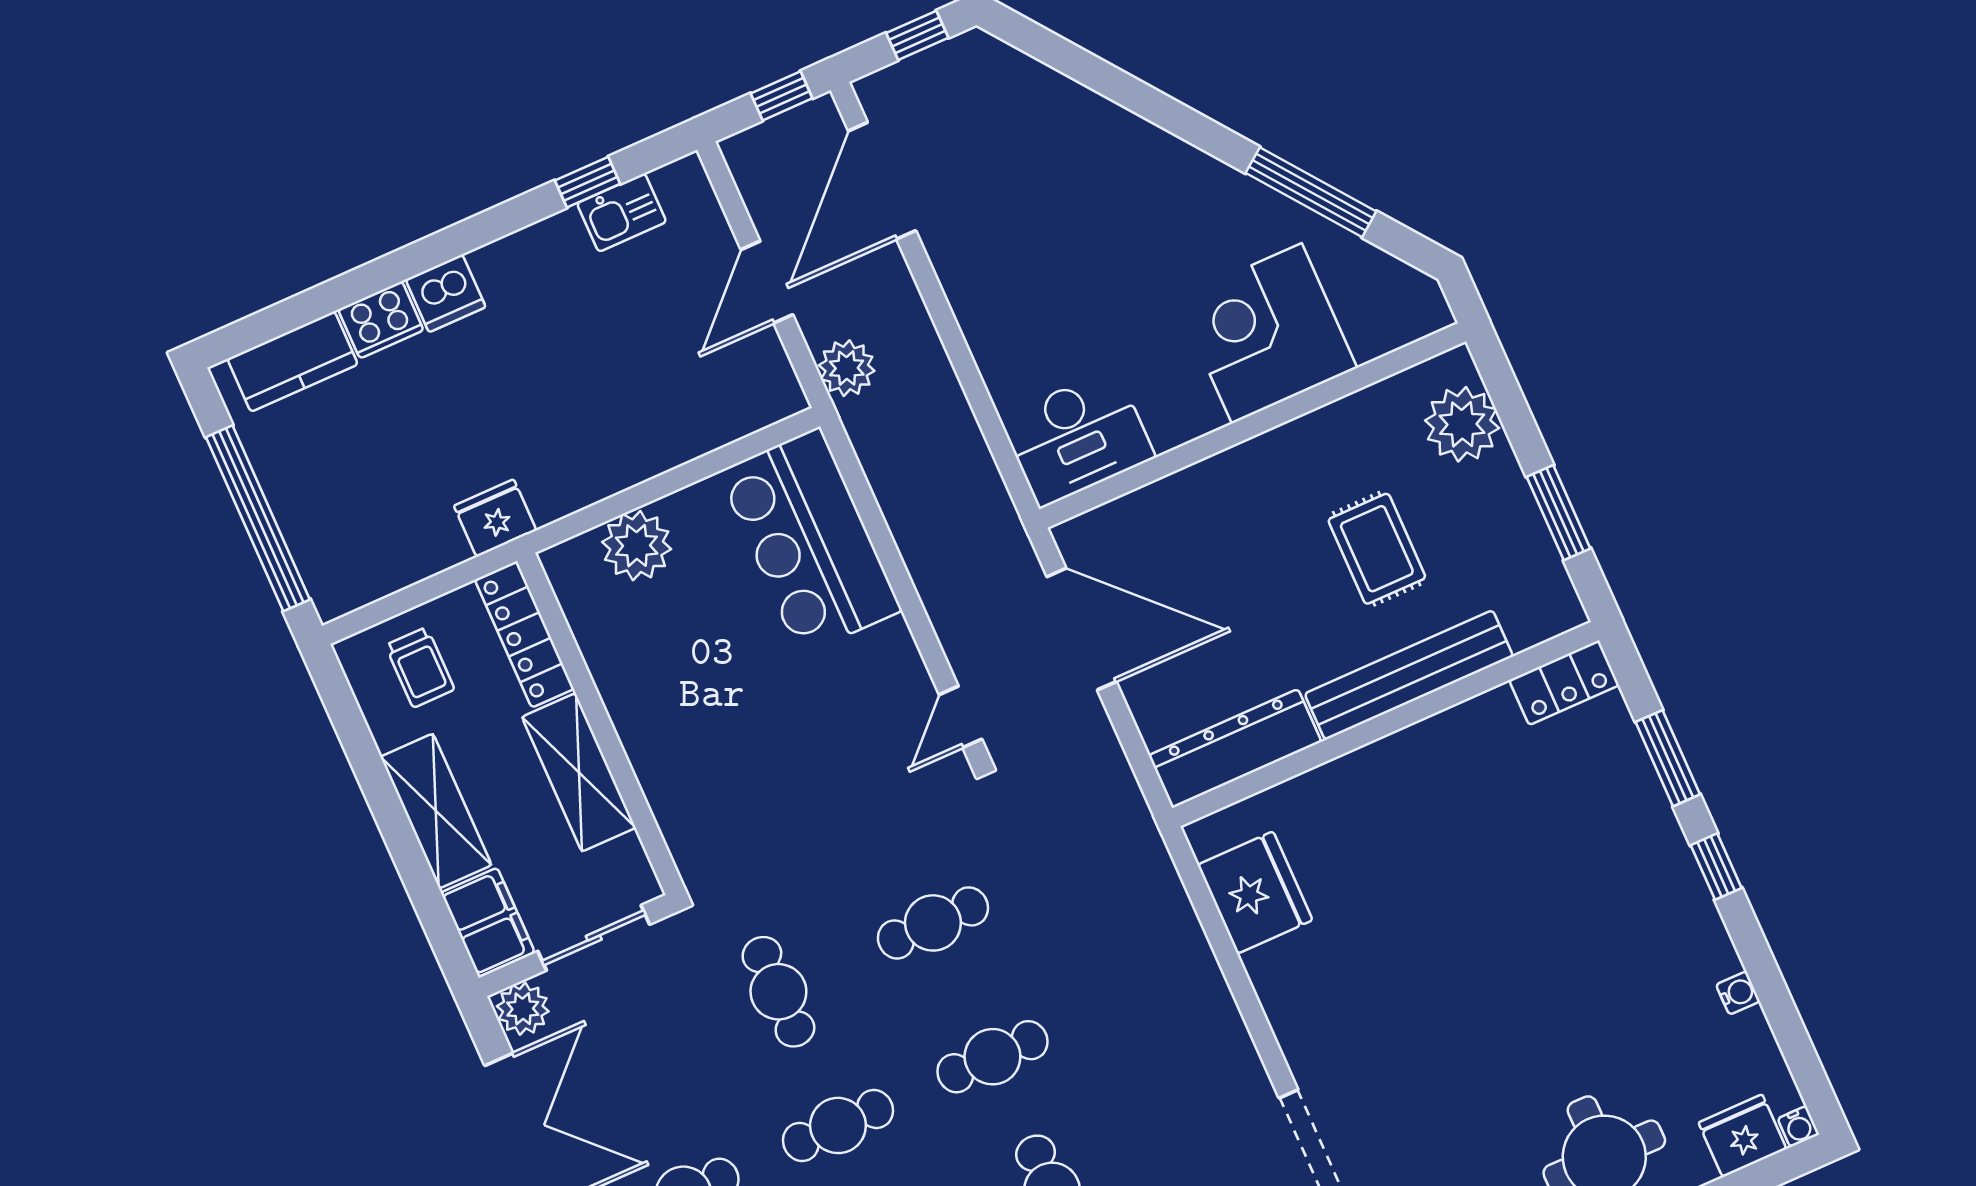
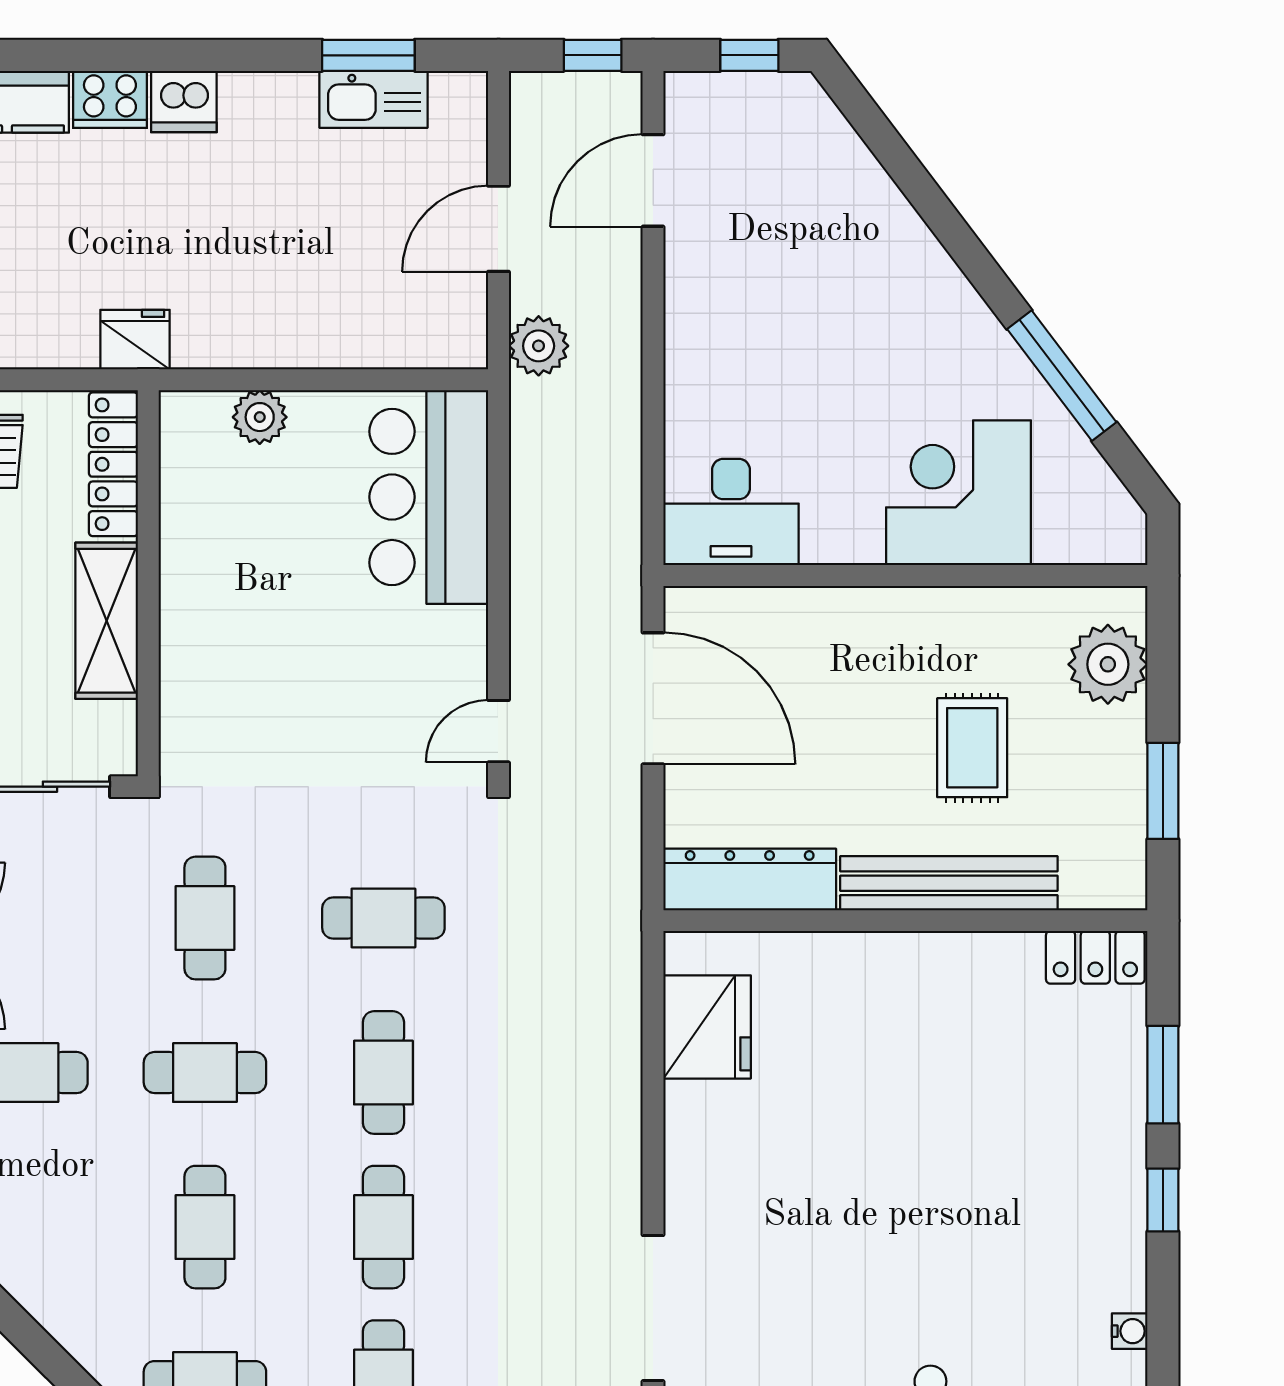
door: (882, 181) -> (653, 180), width x0.73
window: (588, 182) -> (368, 55), width x1.50
kitchen sink: (622, 213) -> (373, 99), width x1.38
plant: (637, 546) -> (260, 417), width x0.73, depth x0.73
cafe table: (992, 1057) -> (383, 1073), turned 90

